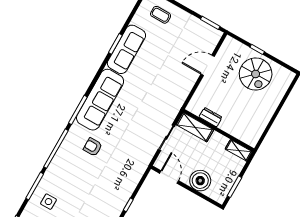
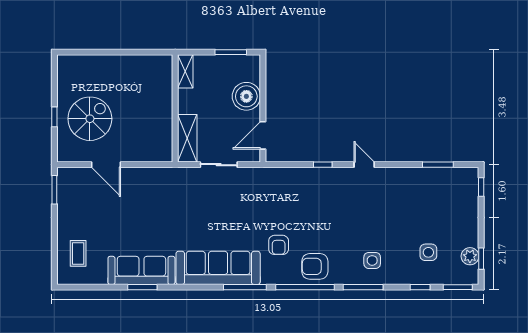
spiral stairs: (256, 74) -> (90, 119), moved
dresser: (211, 117) -> (165, 127), removed
armchair: (66, 163) -> (315, 266), added

